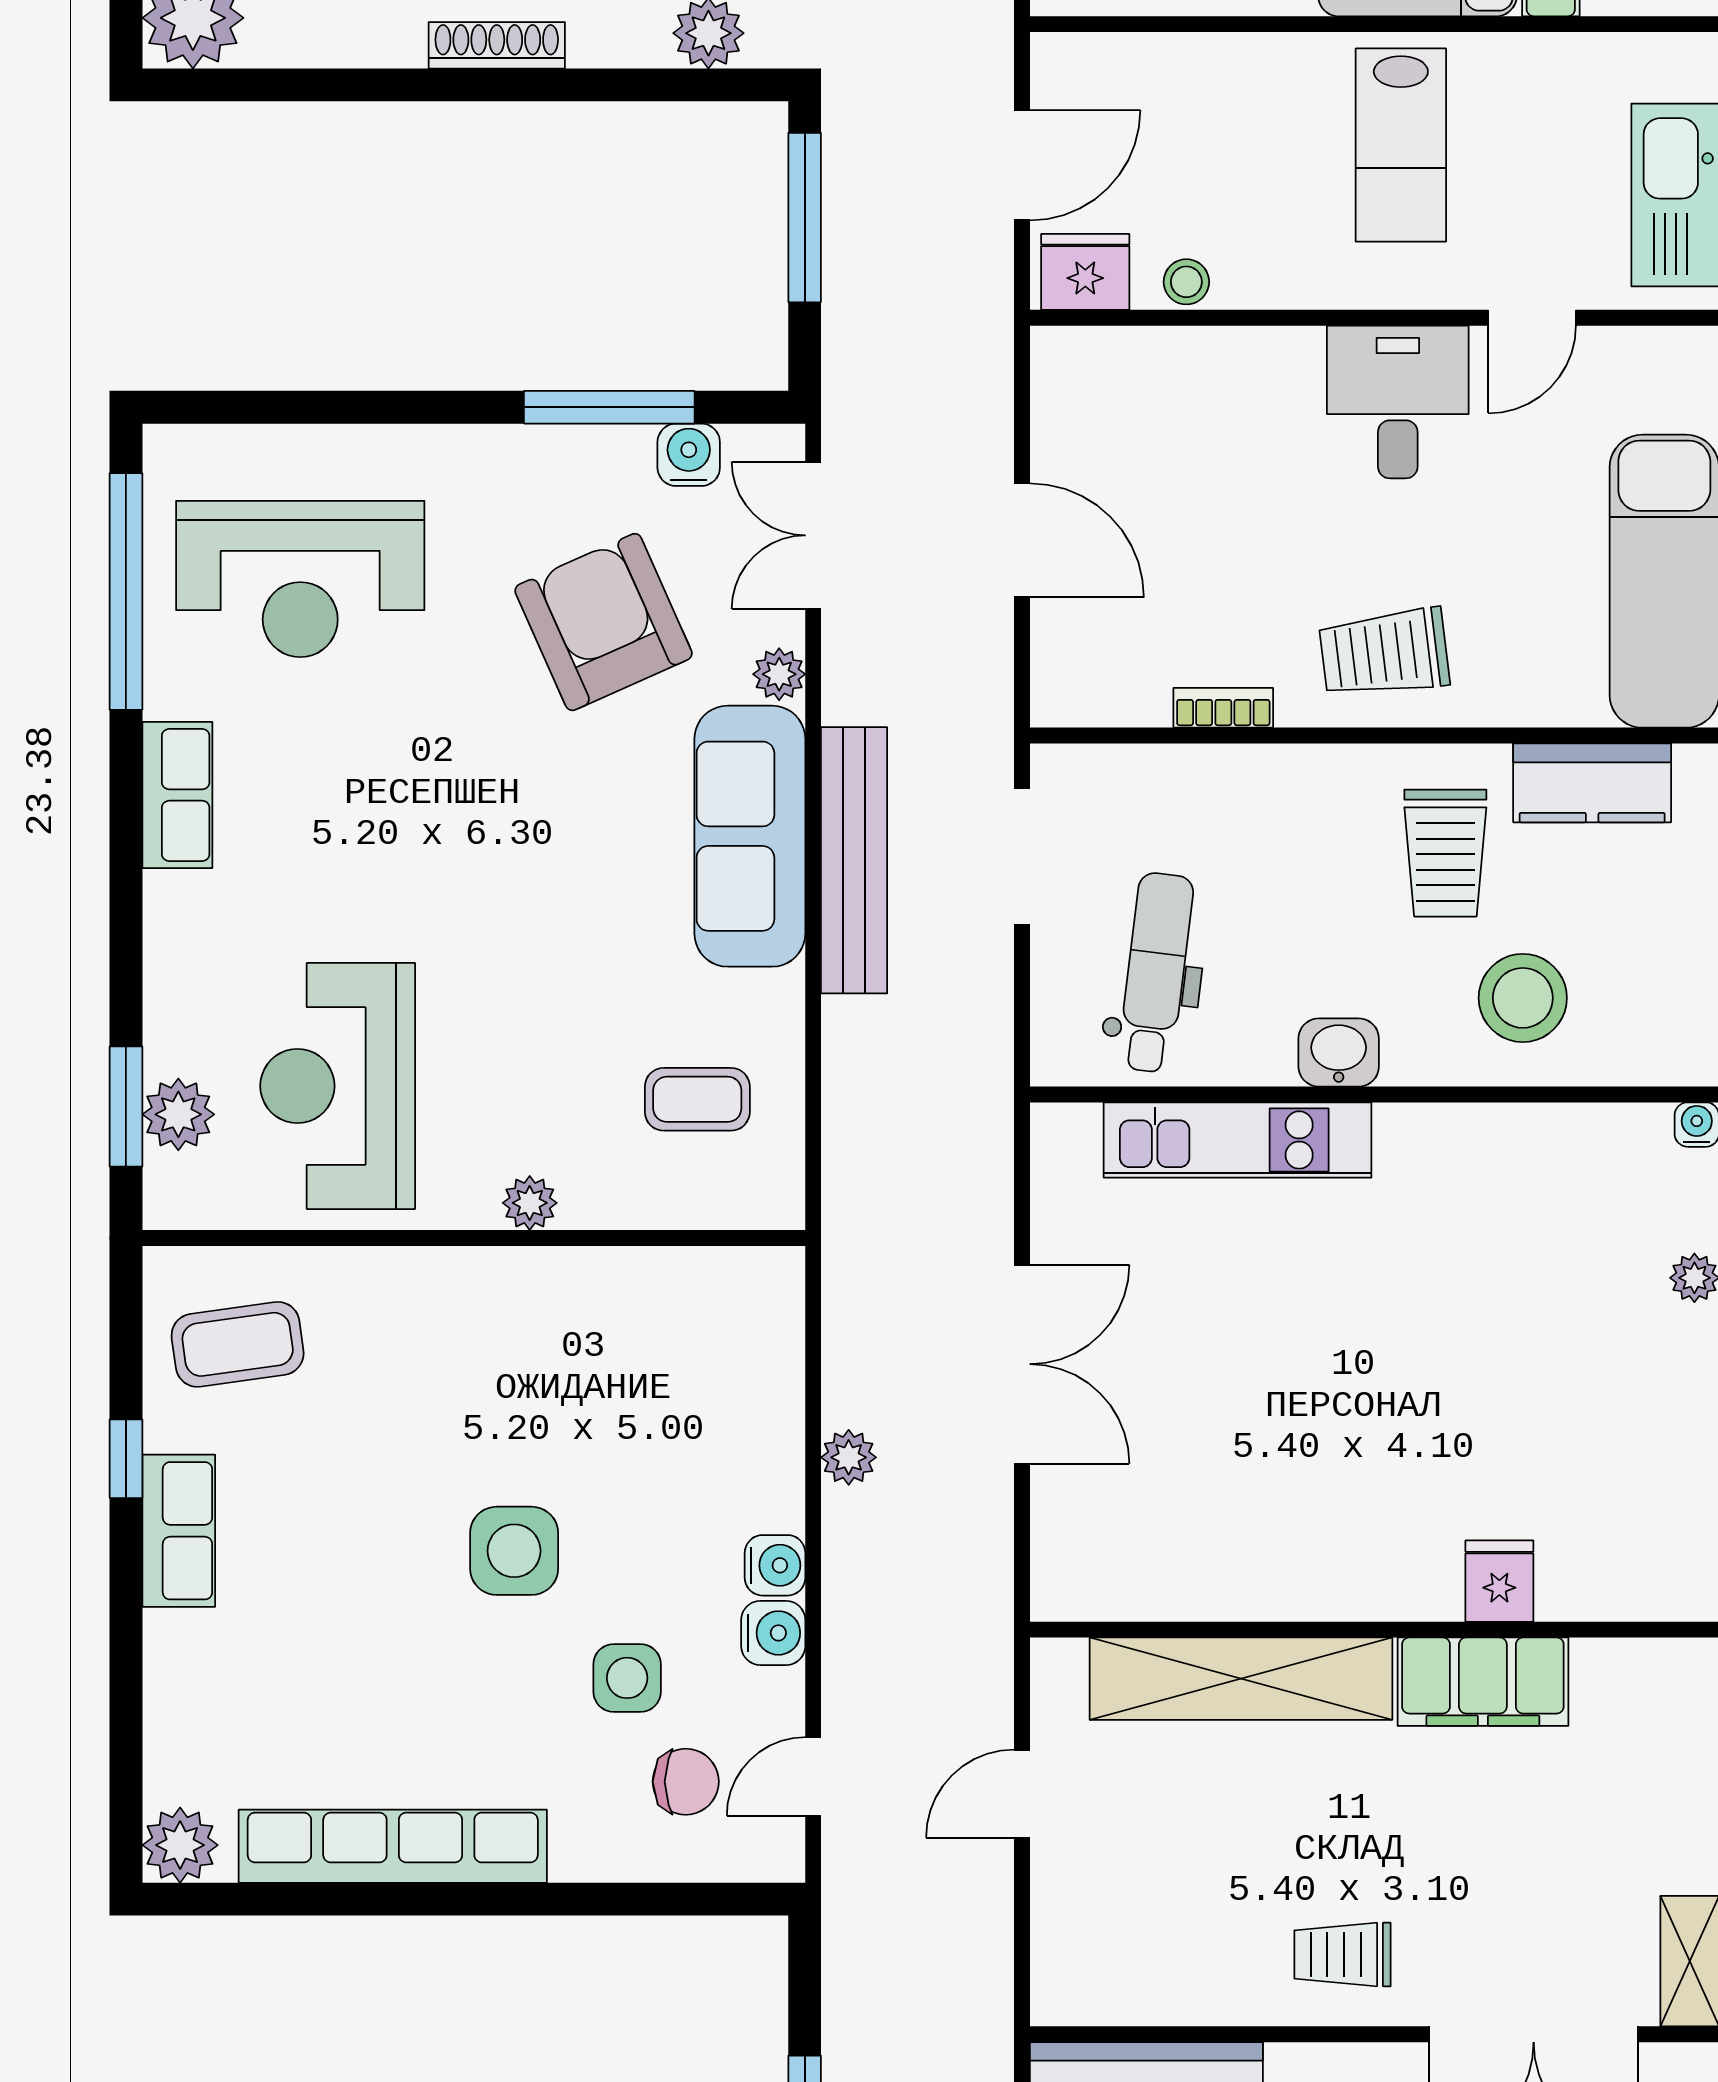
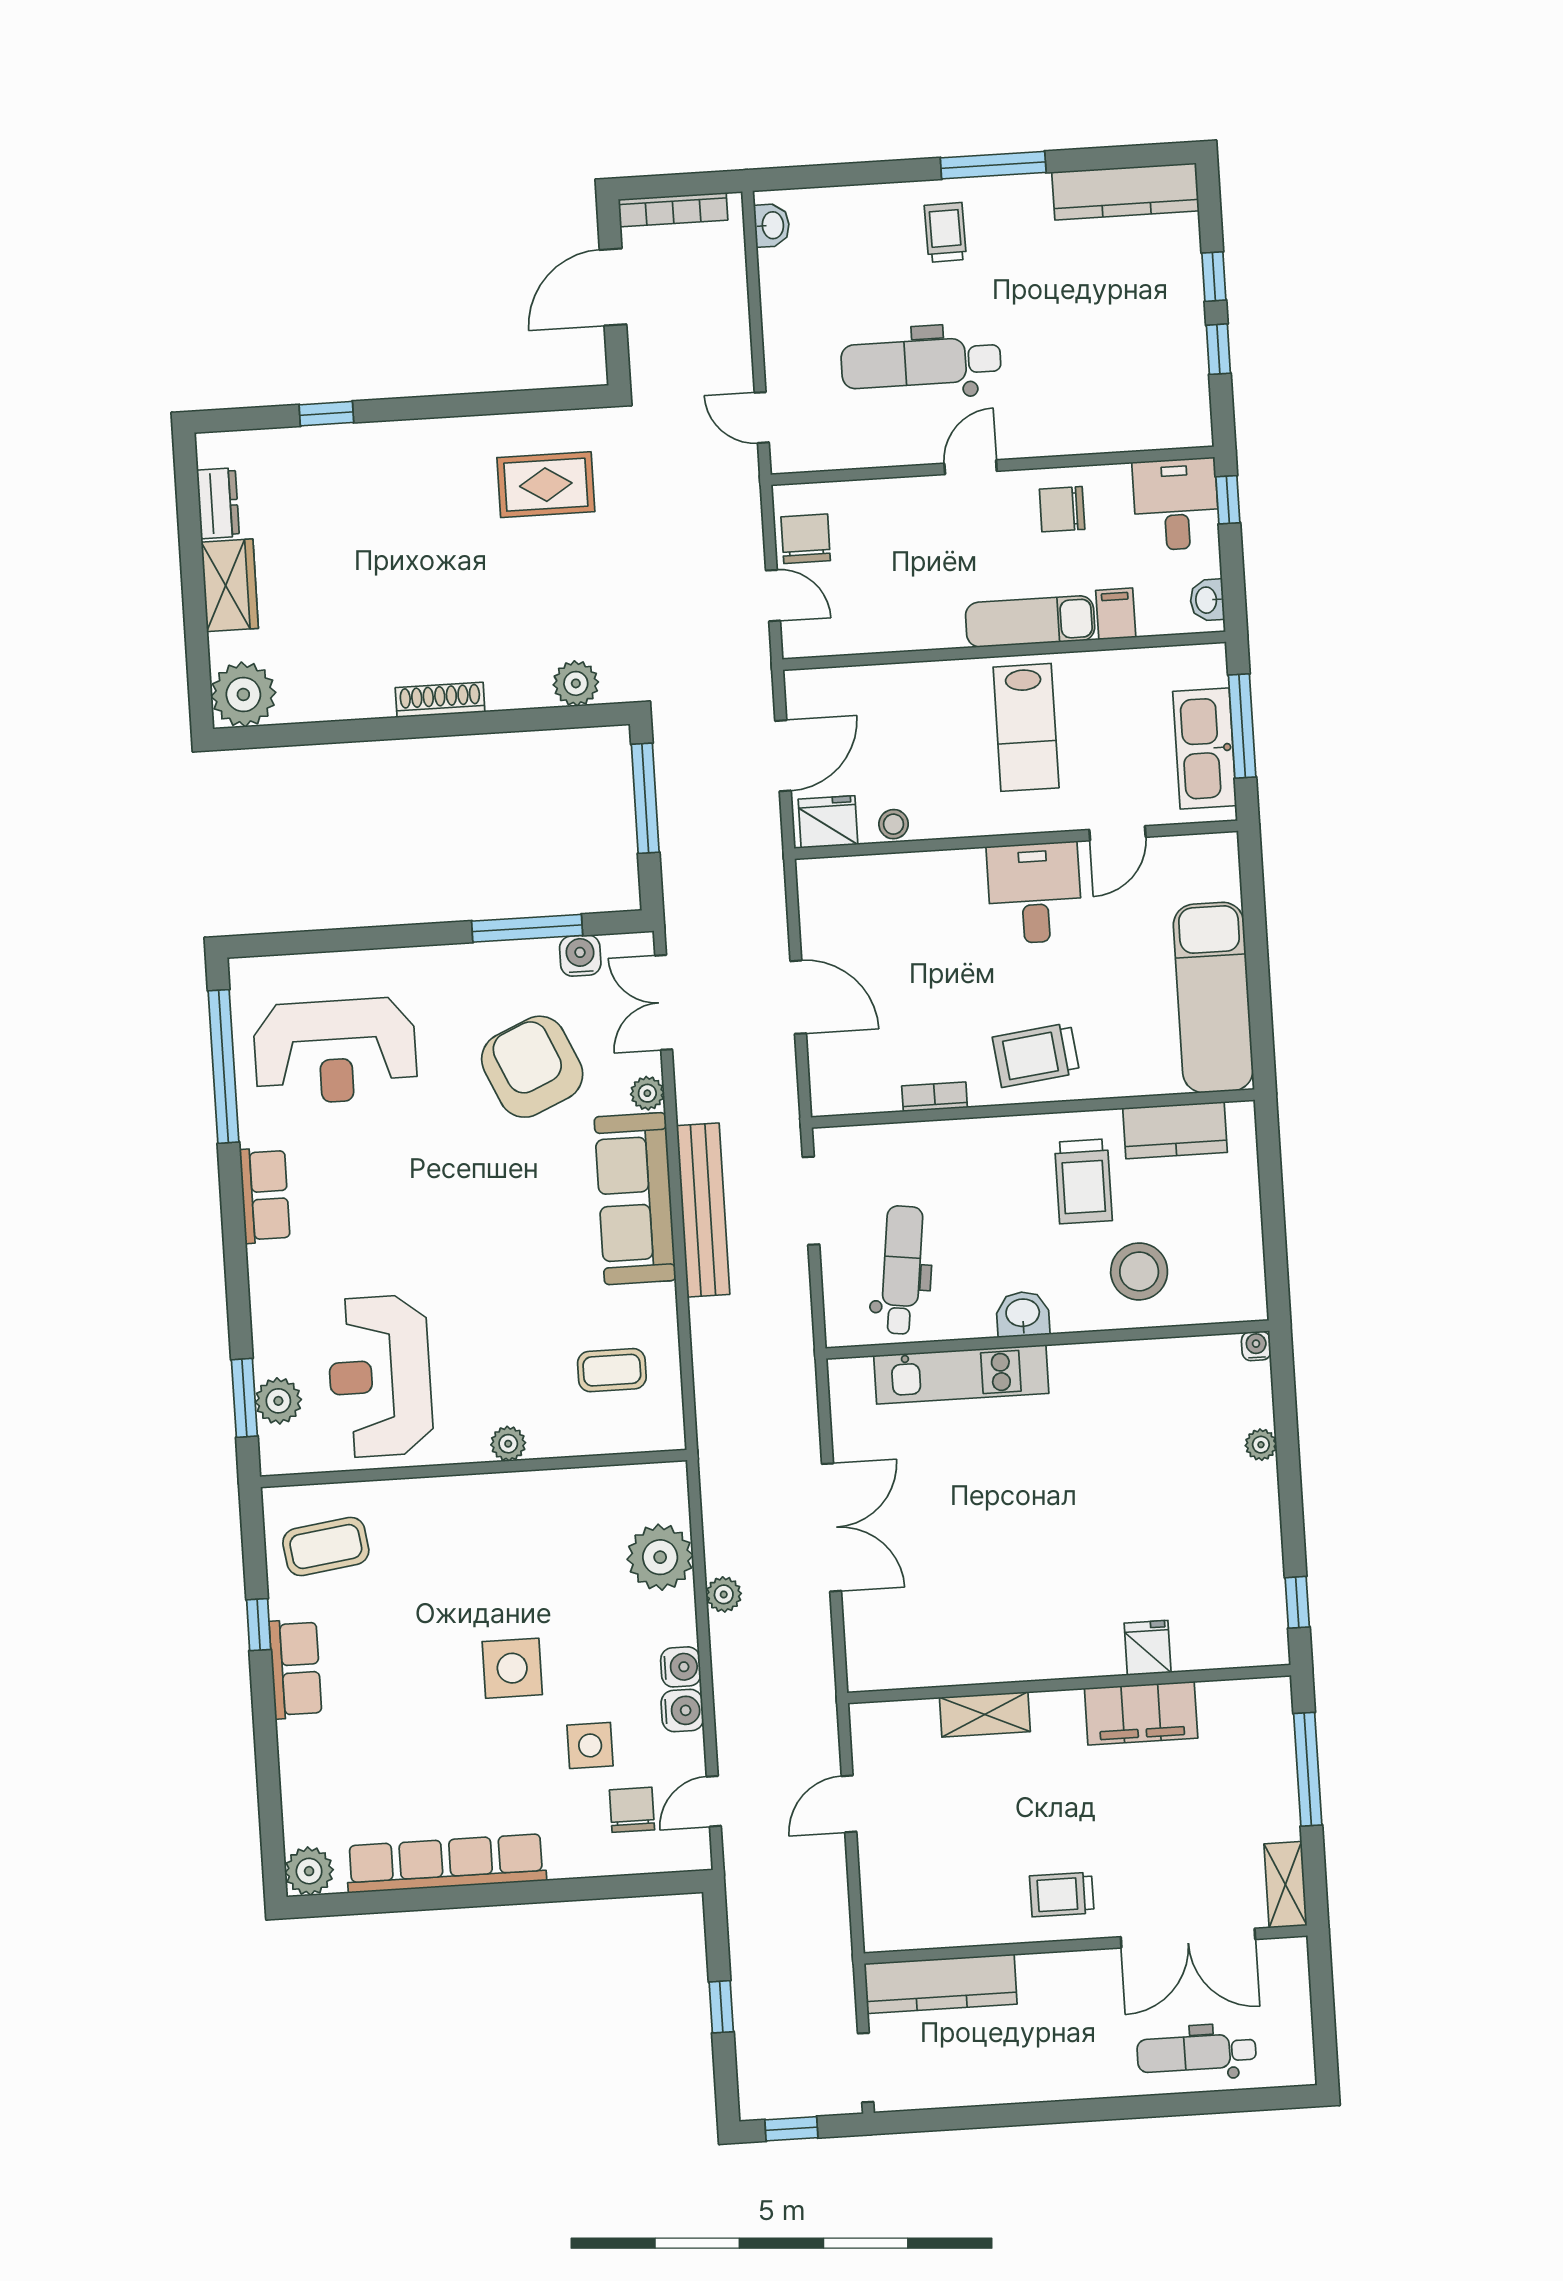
plant: (754, 1393) -> (660, 1557), added
shelving: (1241, 1679) -> (985, 1714), width x0.45, depth x0.75
chair: (686, 1782) -> (632, 1810), turned -90

